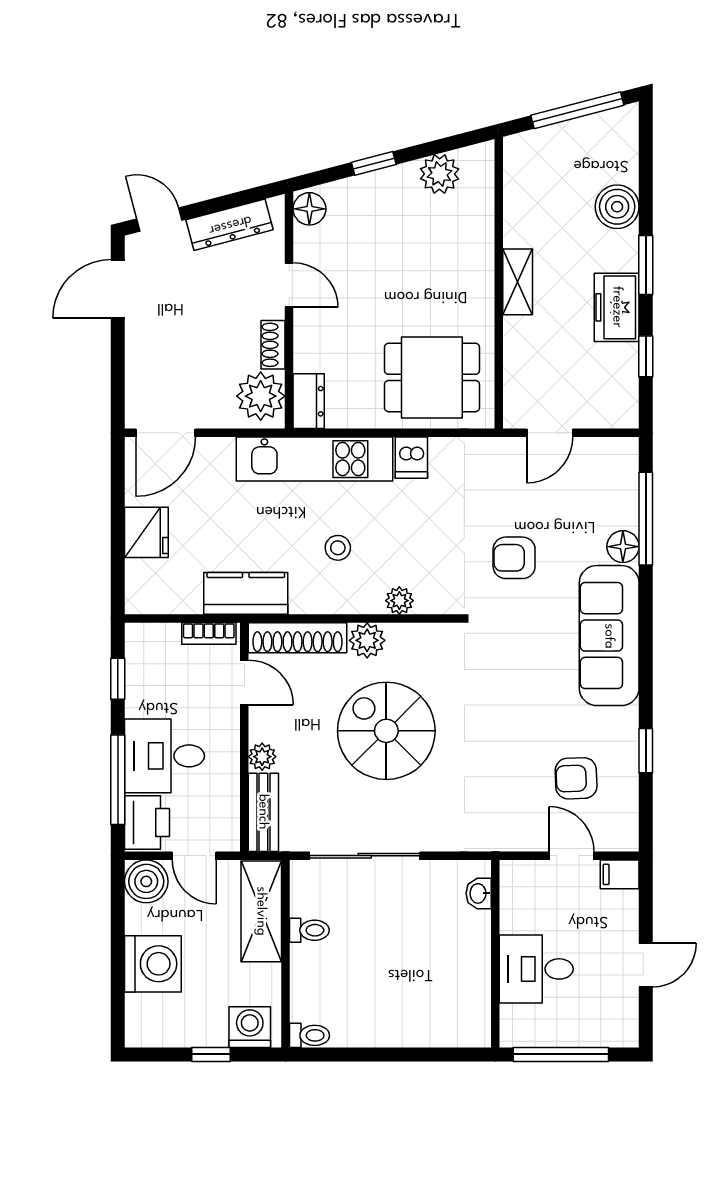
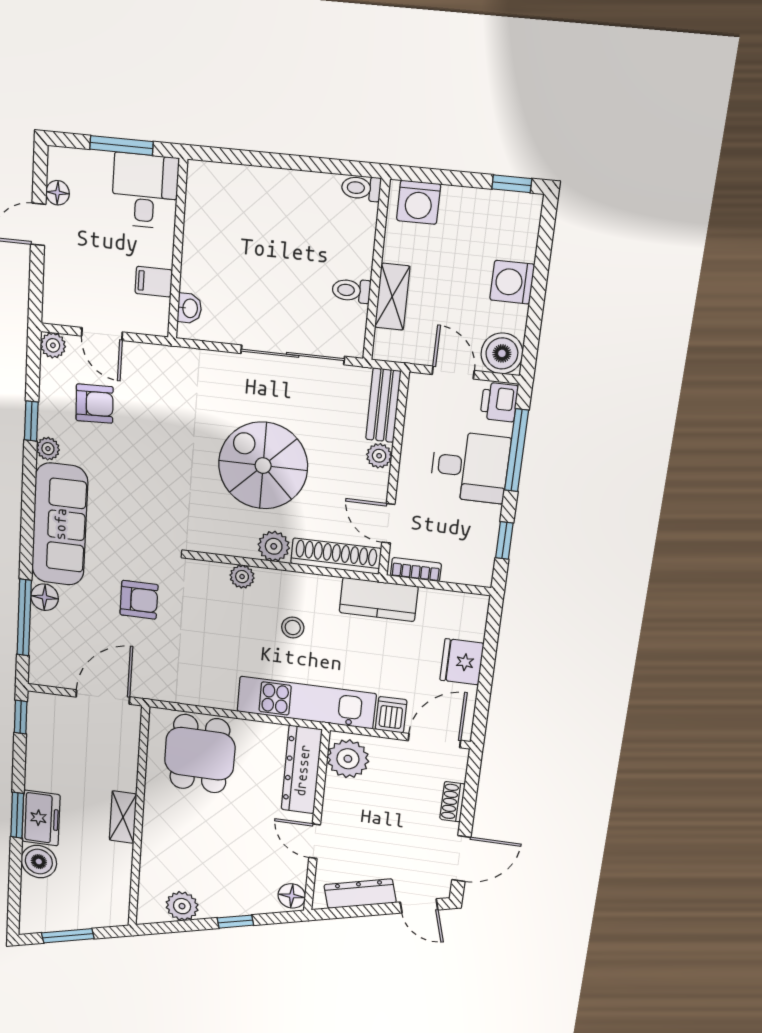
window: (577, 110) -> (68, 936), width x0.69
freezer: (617, 307) -> (41, 818), moved
shoe rack: (273, 345) -> (452, 802), moved, turned 180
window: (646, 356) -> (21, 717), moved
dining table: (432, 377) -> (200, 754), turned 90
dresser: (309, 401) -> (302, 770), width x1.96, depth x1.24
door: (550, 433) -> (103, 697), width x1.38
dishwasher: (411, 458) -> (391, 715), moved
plant: (626, 722) -> (48, 449), added
spiral stairs: (386, 731) -> (263, 466), turned 180
printer: (147, 822) -> (499, 402), width x0.73, depth x0.81
plant: (625, 837) -> (53, 345), added
filing cabinet: (620, 874) -> (154, 282), moved, turned 180
shelving: (261, 911) -> (392, 297), width x0.67, depth x0.75
washing machine: (153, 964) -> (512, 282), width x0.73, depth x0.73
desk: (536, 969) -> (145, 191), moved, turned -90
floor lamp: (626, 1000) -> (58, 193), added
window: (211, 1054) -> (512, 184), moved
window: (561, 1054) -> (121, 145), width x0.69

